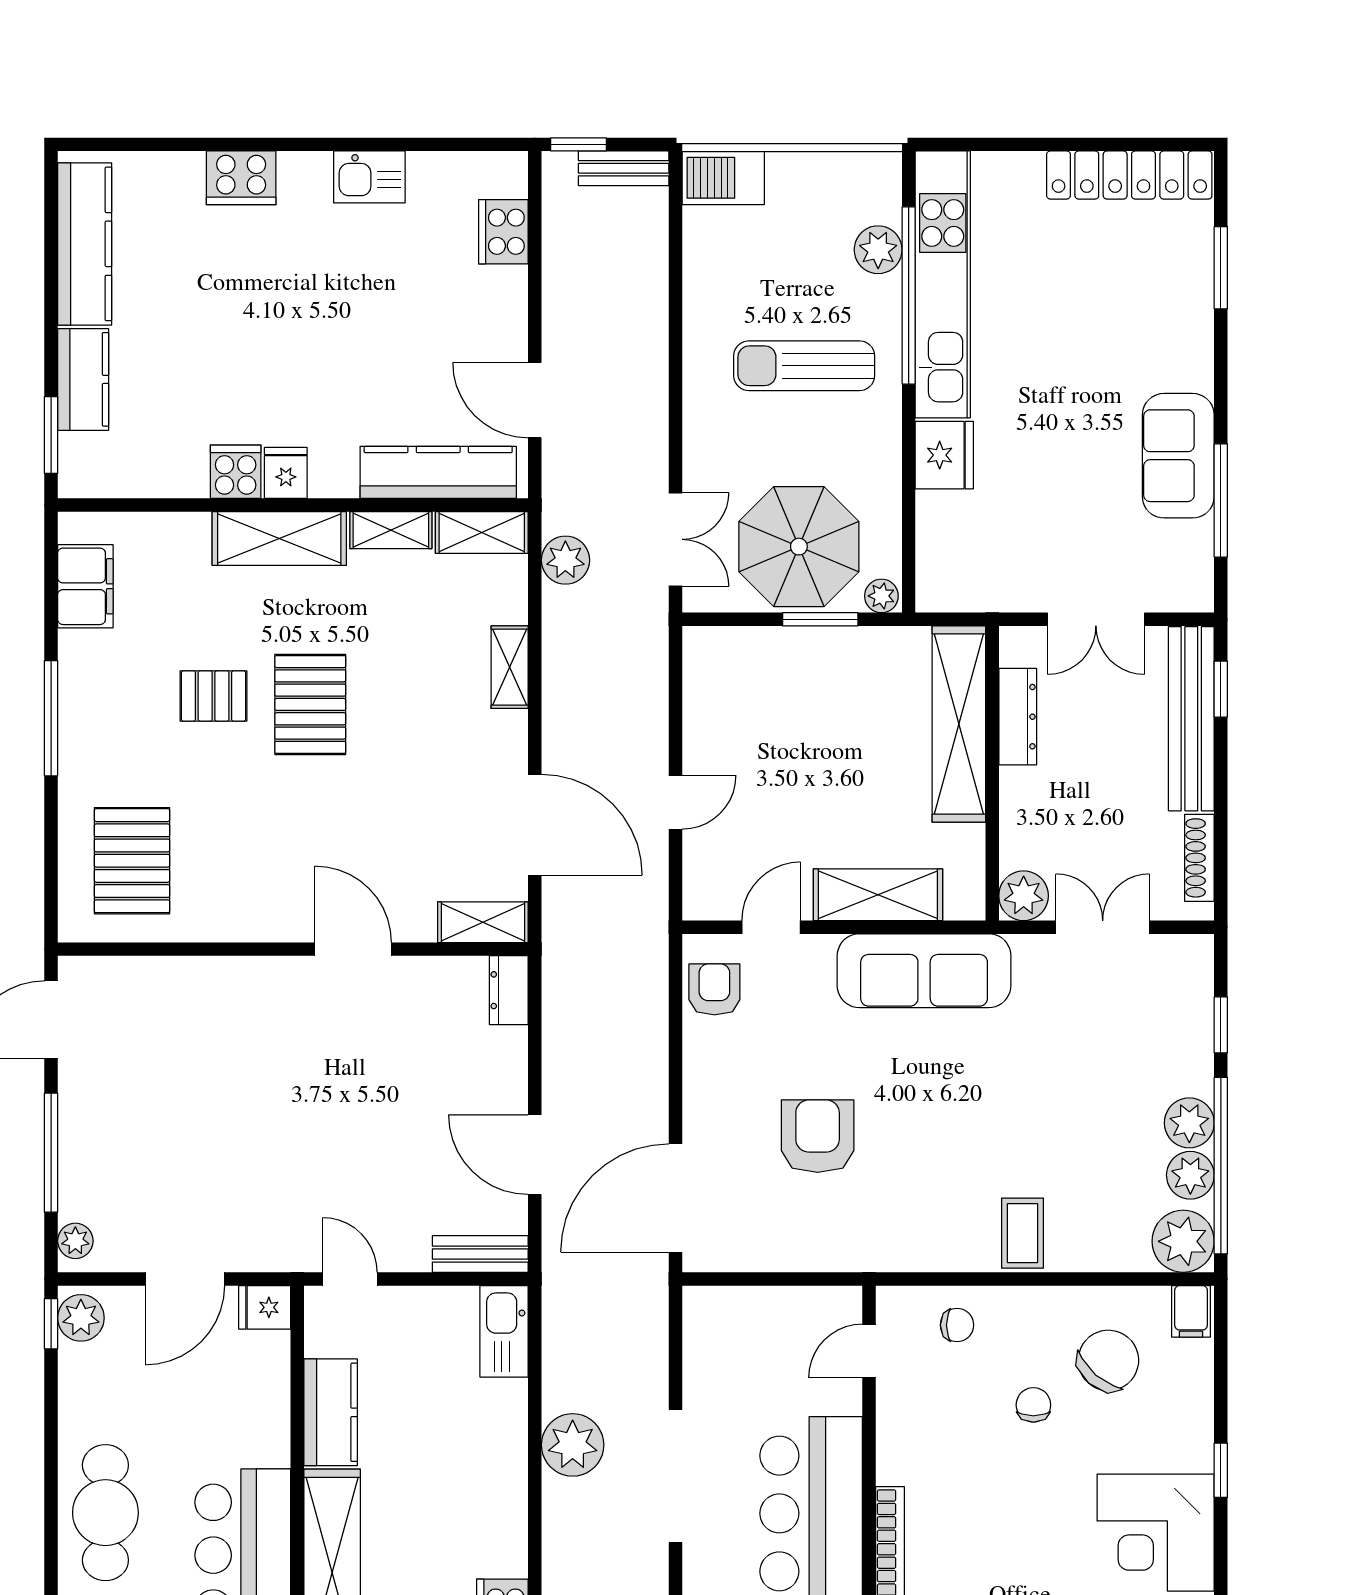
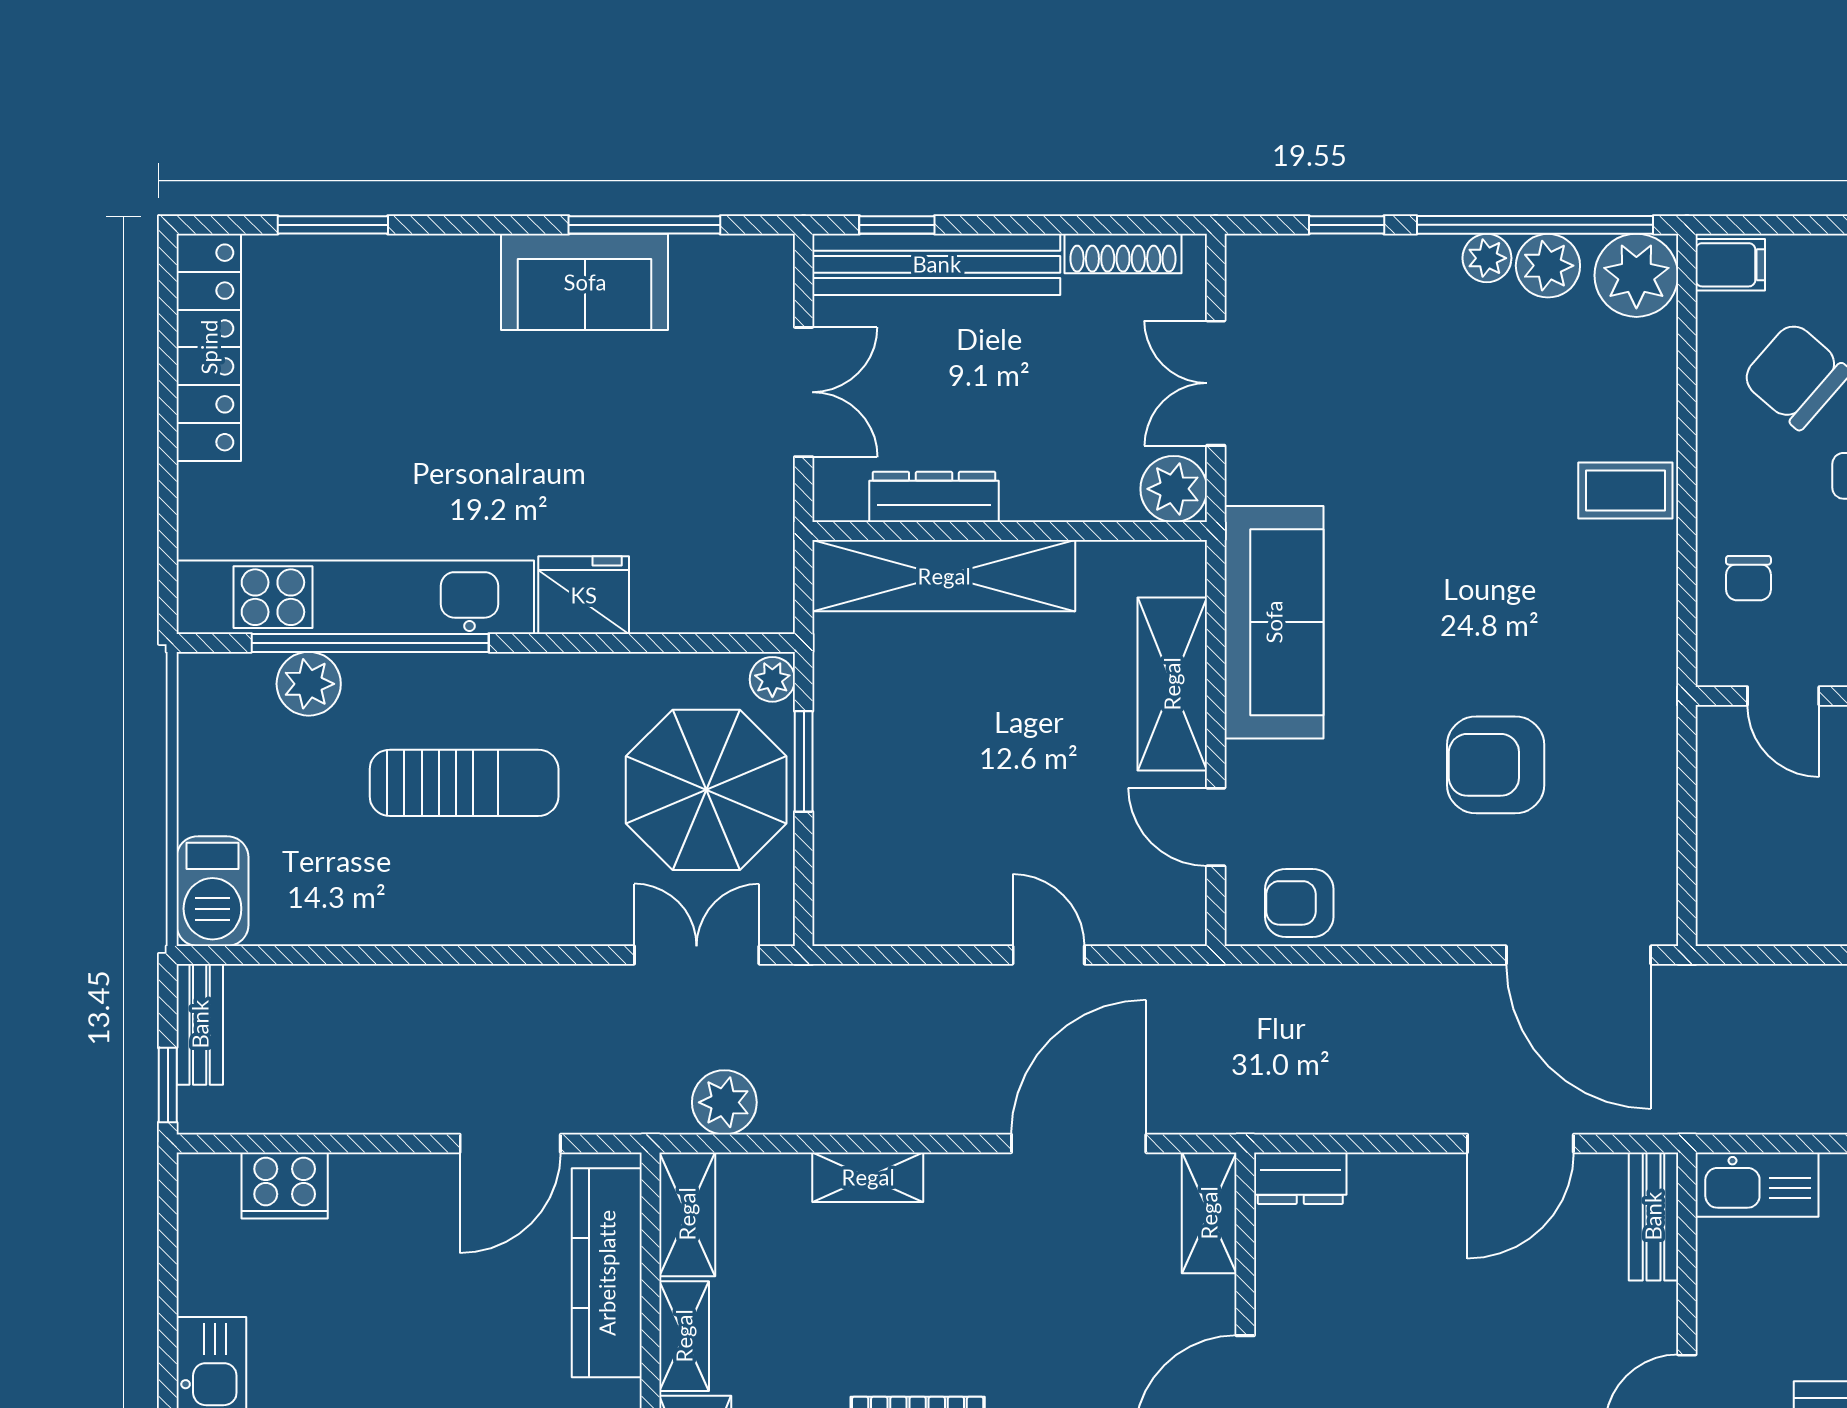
sun lounger: (804, 366) -> (464, 783), turned -90
plant: (1189, 1123) -> (1487, 258), width x0.73, depth x0.73
chair: (957, 1325) -> (1748, 578), turned 180

